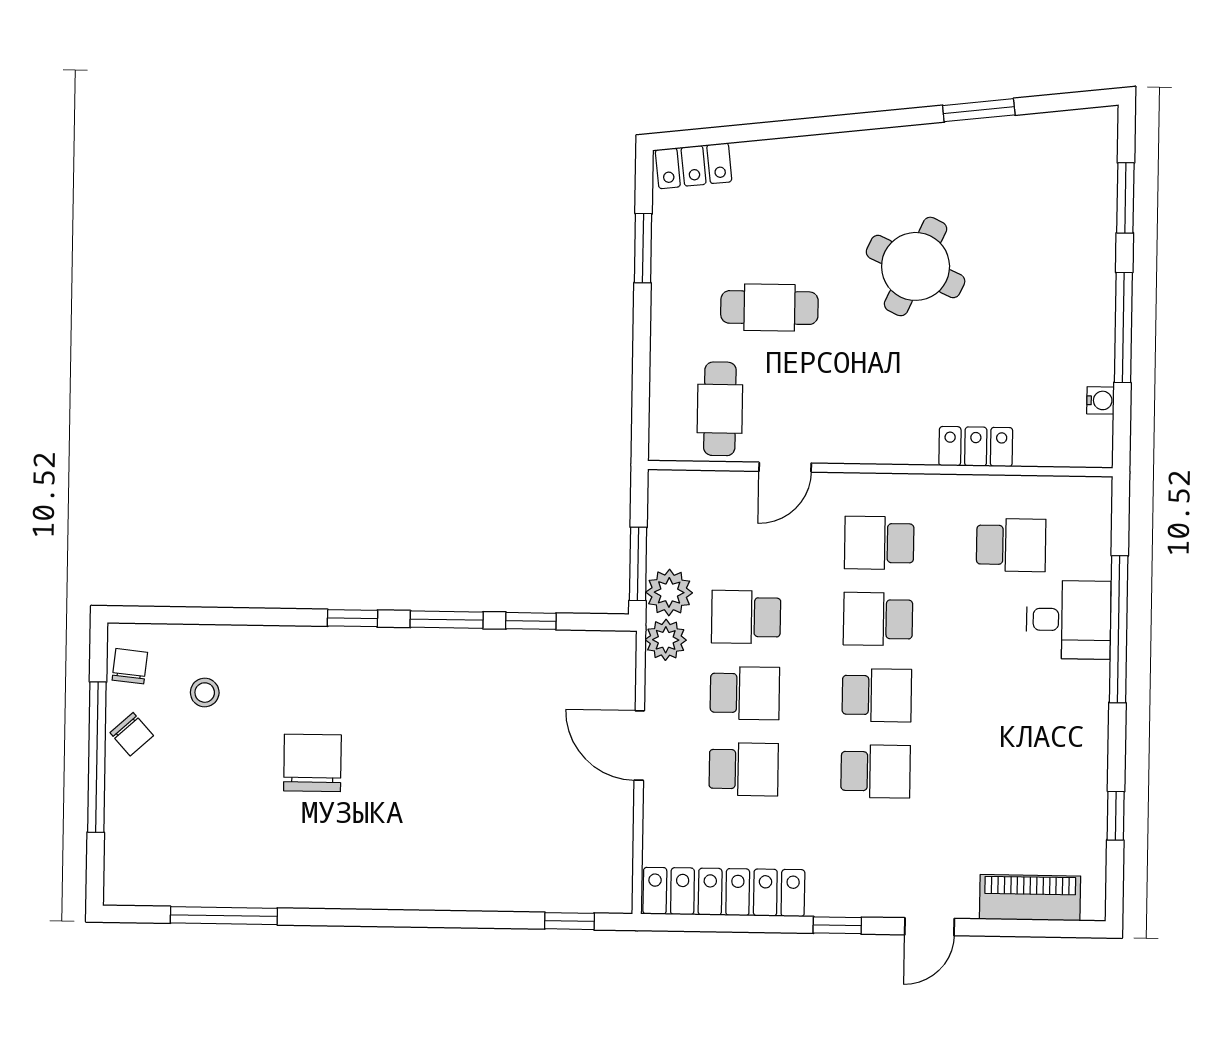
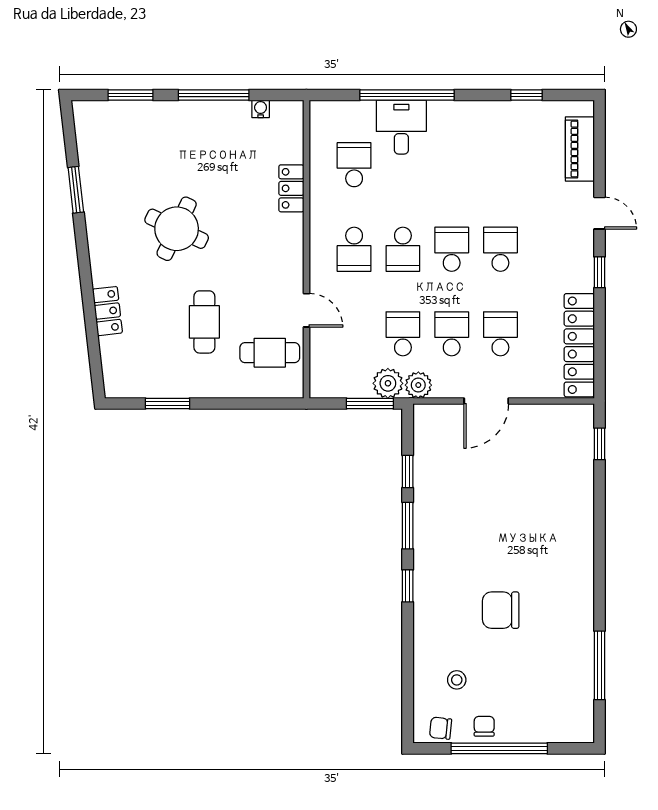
locker: (694, 166) -> (107, 311), moved
school desk: (746, 617) -> (403, 334), turned 180
chair: (132, 734) -> (484, 726), turned -48

